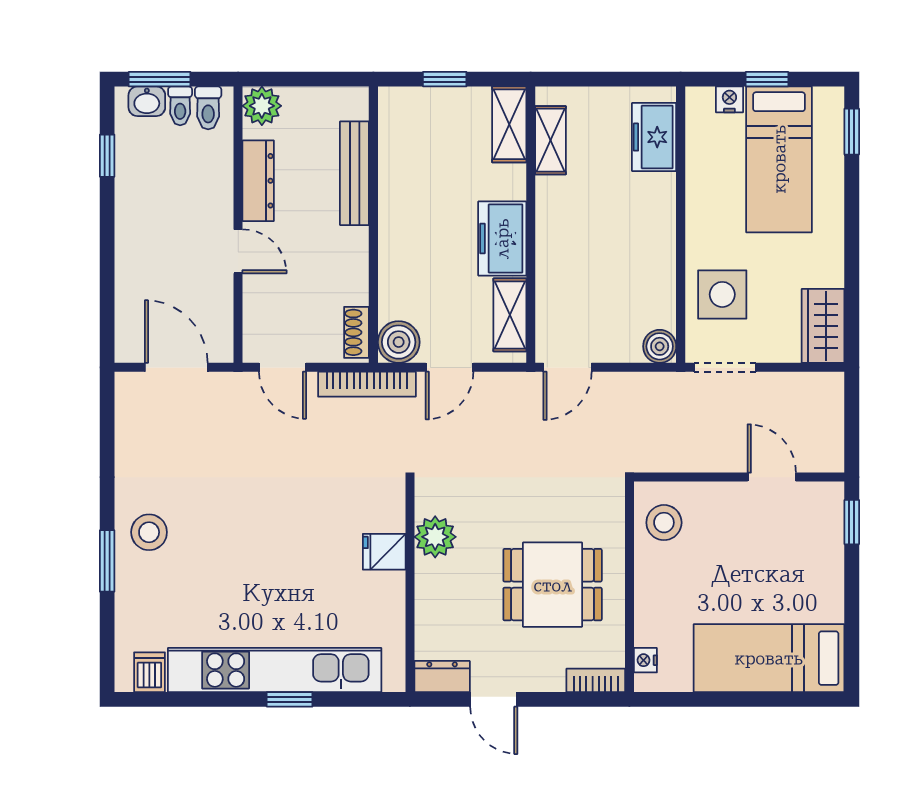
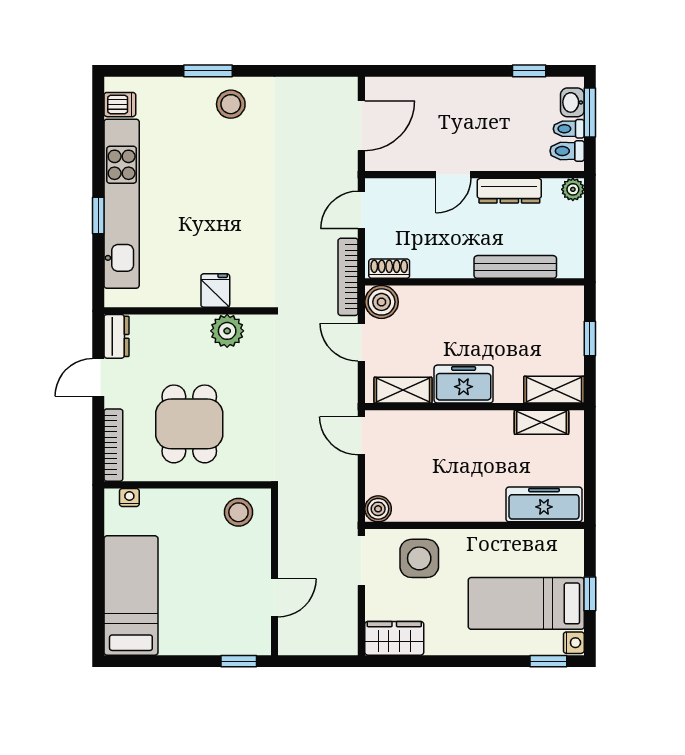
nightstand: (729, 99) -> (574, 643), moved
plant: (262, 106) -> (573, 189), width x0.73, depth x0.73
freezer: (654, 137) -> (544, 504), width x1.40
bookcase: (596, 680) -> (113, 445), width x1.56

